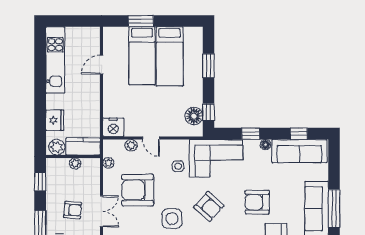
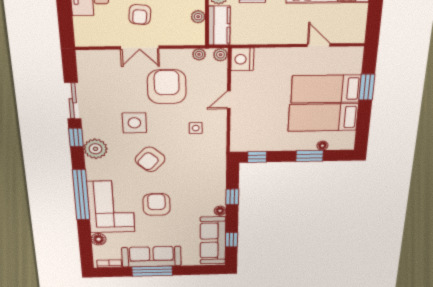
floor lamp: (194, 116) -> (322, 146), moved, width x0.53, depth x0.53
plant: (131, 145) -> (220, 55), moved
corner sofa: (216, 158) -> (205, 165), removed

